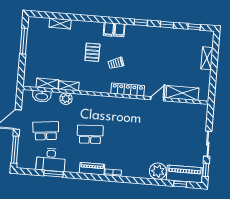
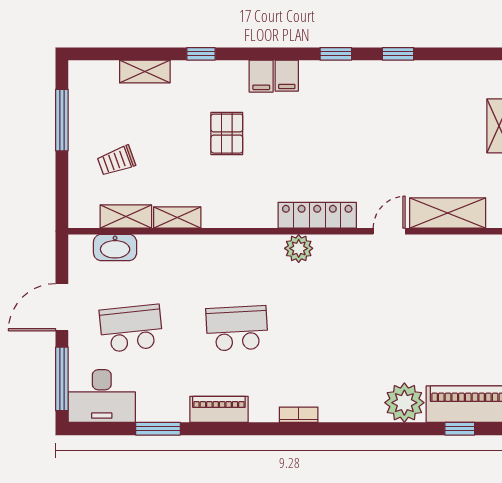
window: (194, 27) -> (201, 54), moved
trolley: (116, 63) -> (116, 161), moved
plant: (66, 99) -> (299, 248), moved
desk: (51, 160) -> (102, 396), moved
piano: (92, 169) -> (219, 409), moved

